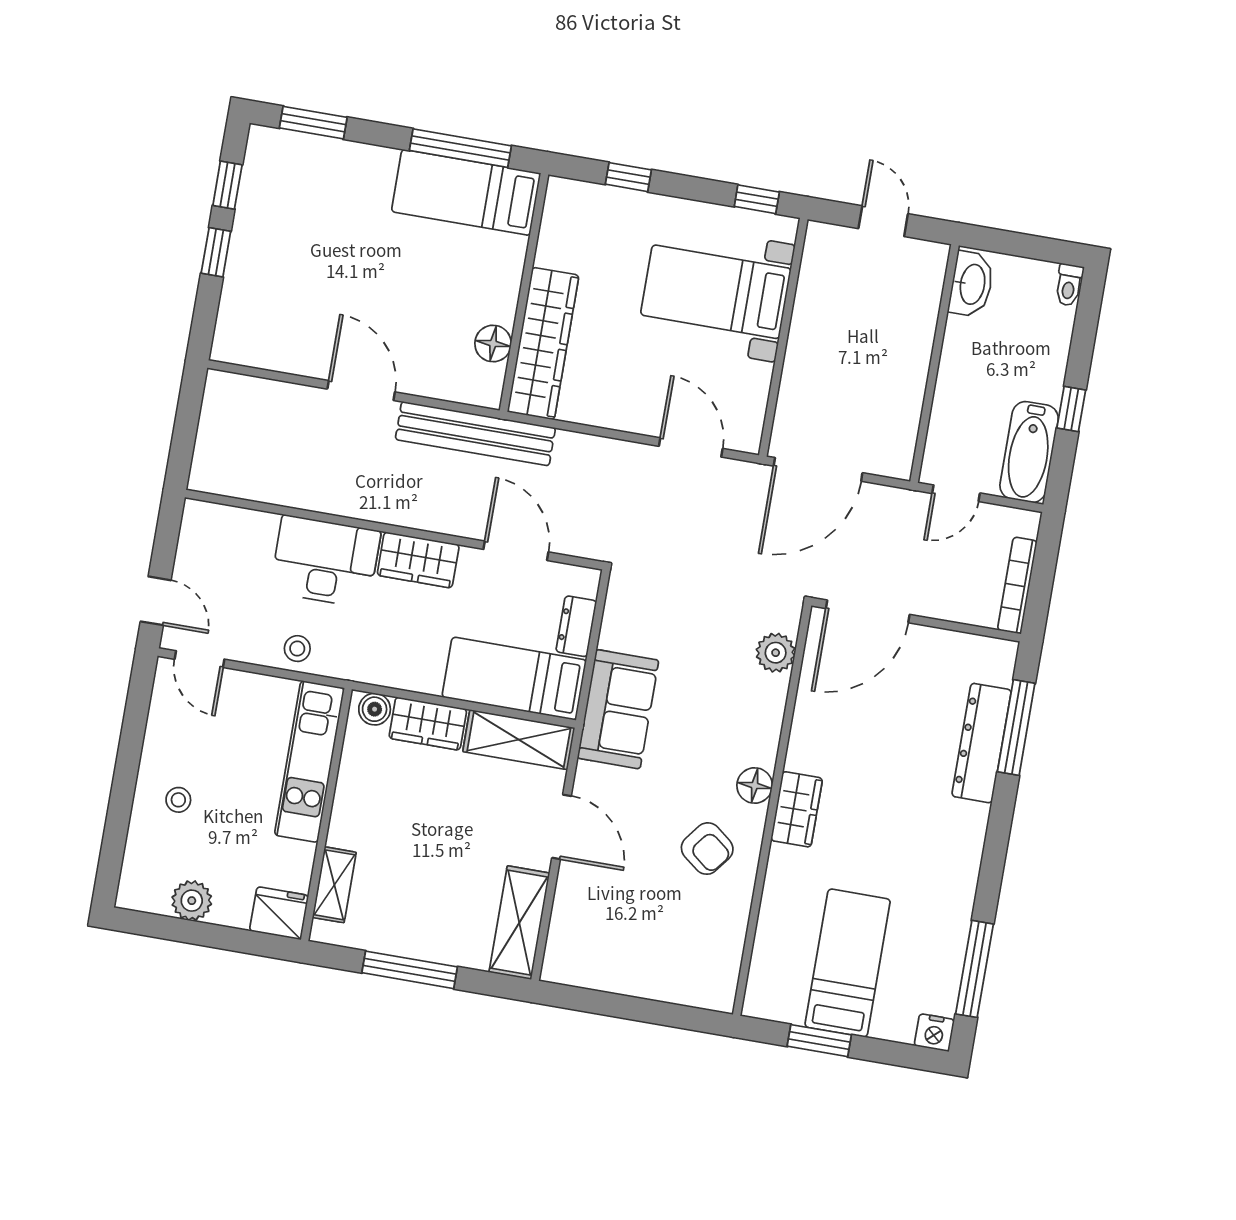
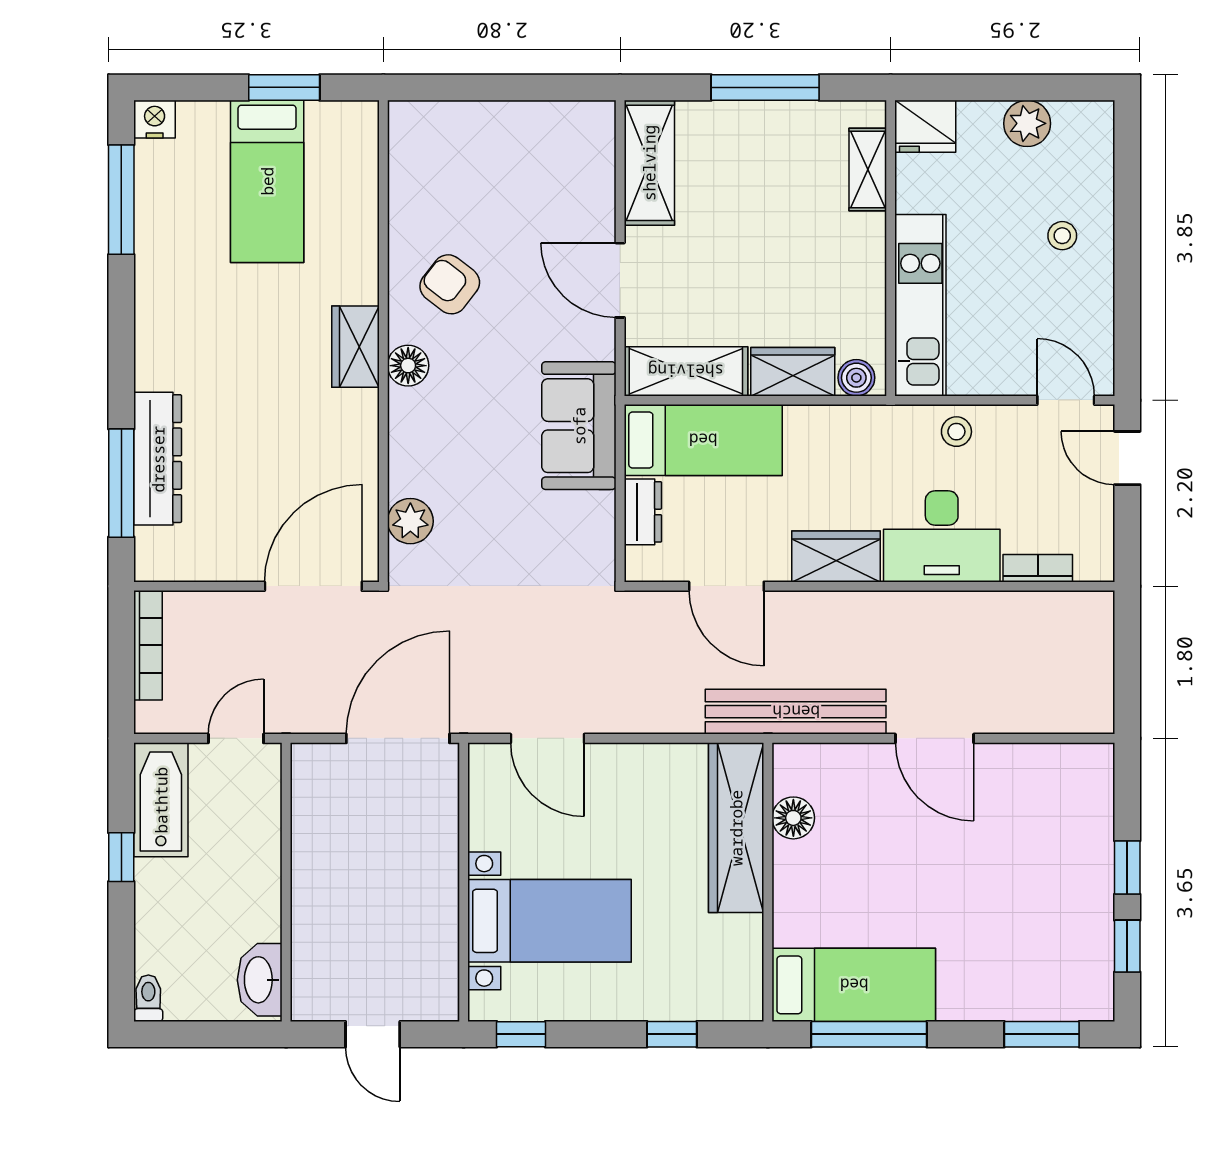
bookcase: (248, 520) -> (1038, 568), added

